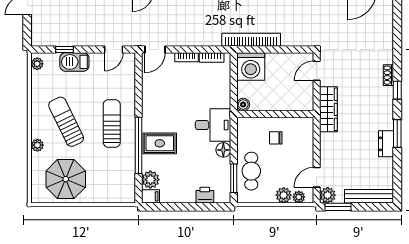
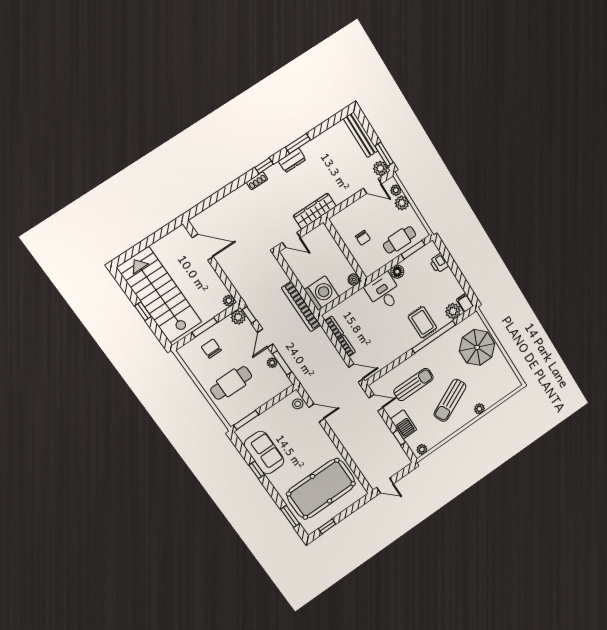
sun lounger: (112, 123) -> (413, 384), moved, turned 180
dresser: (386, 144) -> (292, 160), moved
parasol: (66, 179) -> (477, 347), moved

